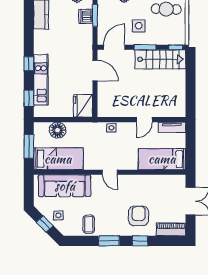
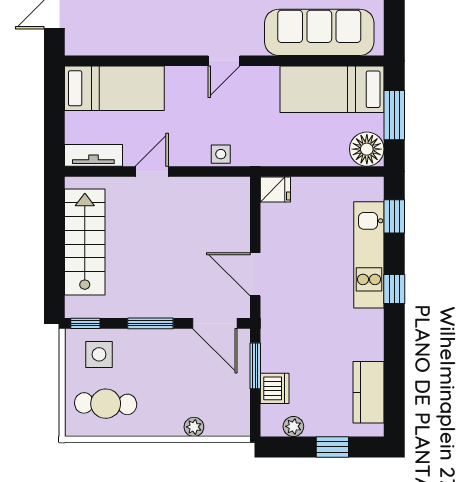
window: (95, 15) -> (255, 366), moved
side table: (139, 26) -> (99, 354), moved
door: (114, 47) -> (215, 323), hinge flipped
stairs: (160, 59) -> (85, 242), moved, turned 90
fridge: (83, 106) -> (275, 189), width x0.53, depth x0.75
floor lamp: (58, 130) -> (367, 149), moved
door: (110, 172) -> (224, 61), swing flipped

